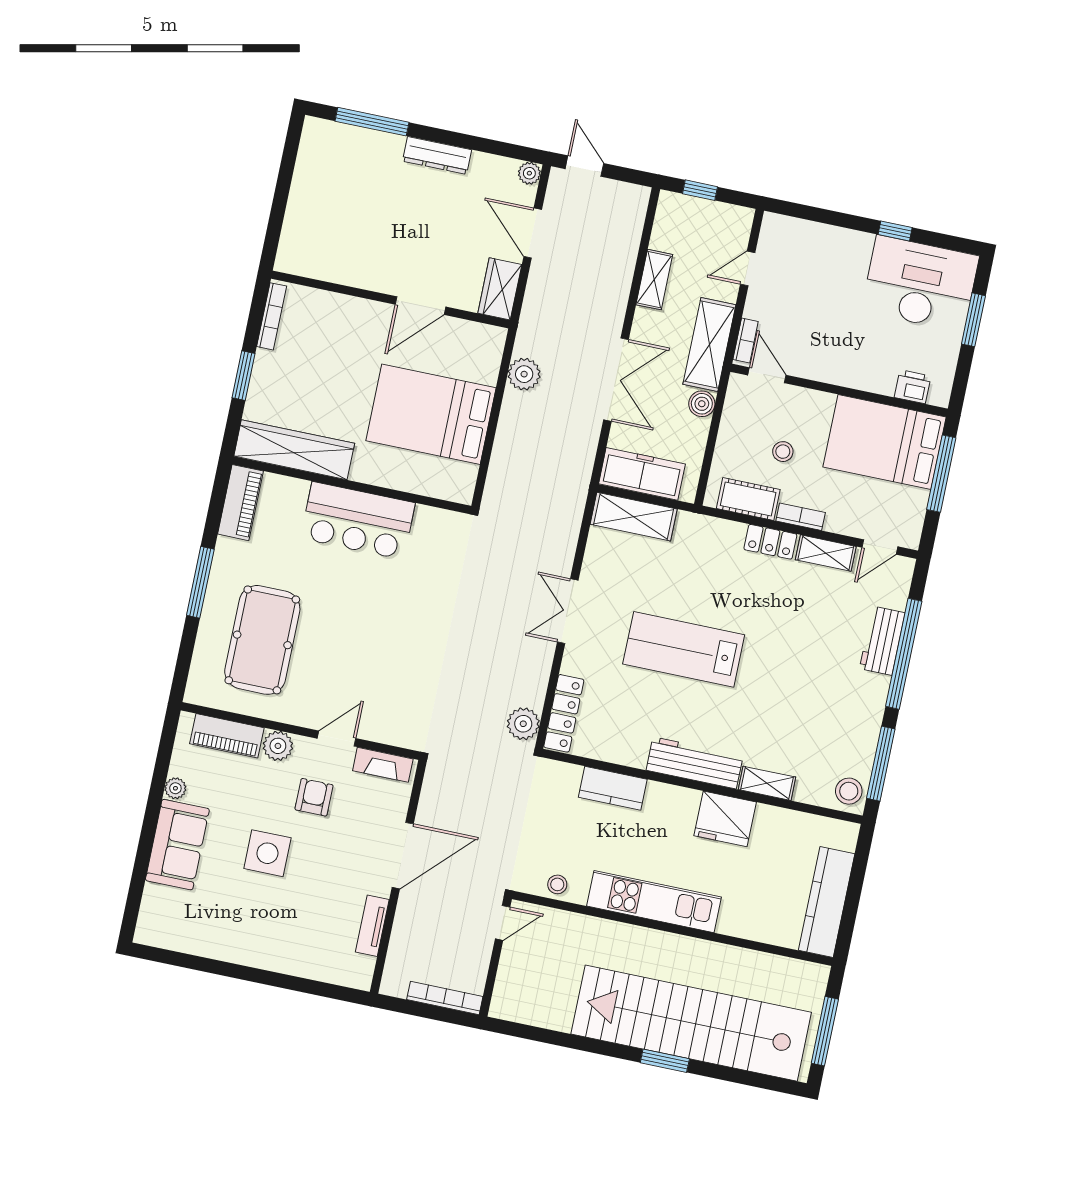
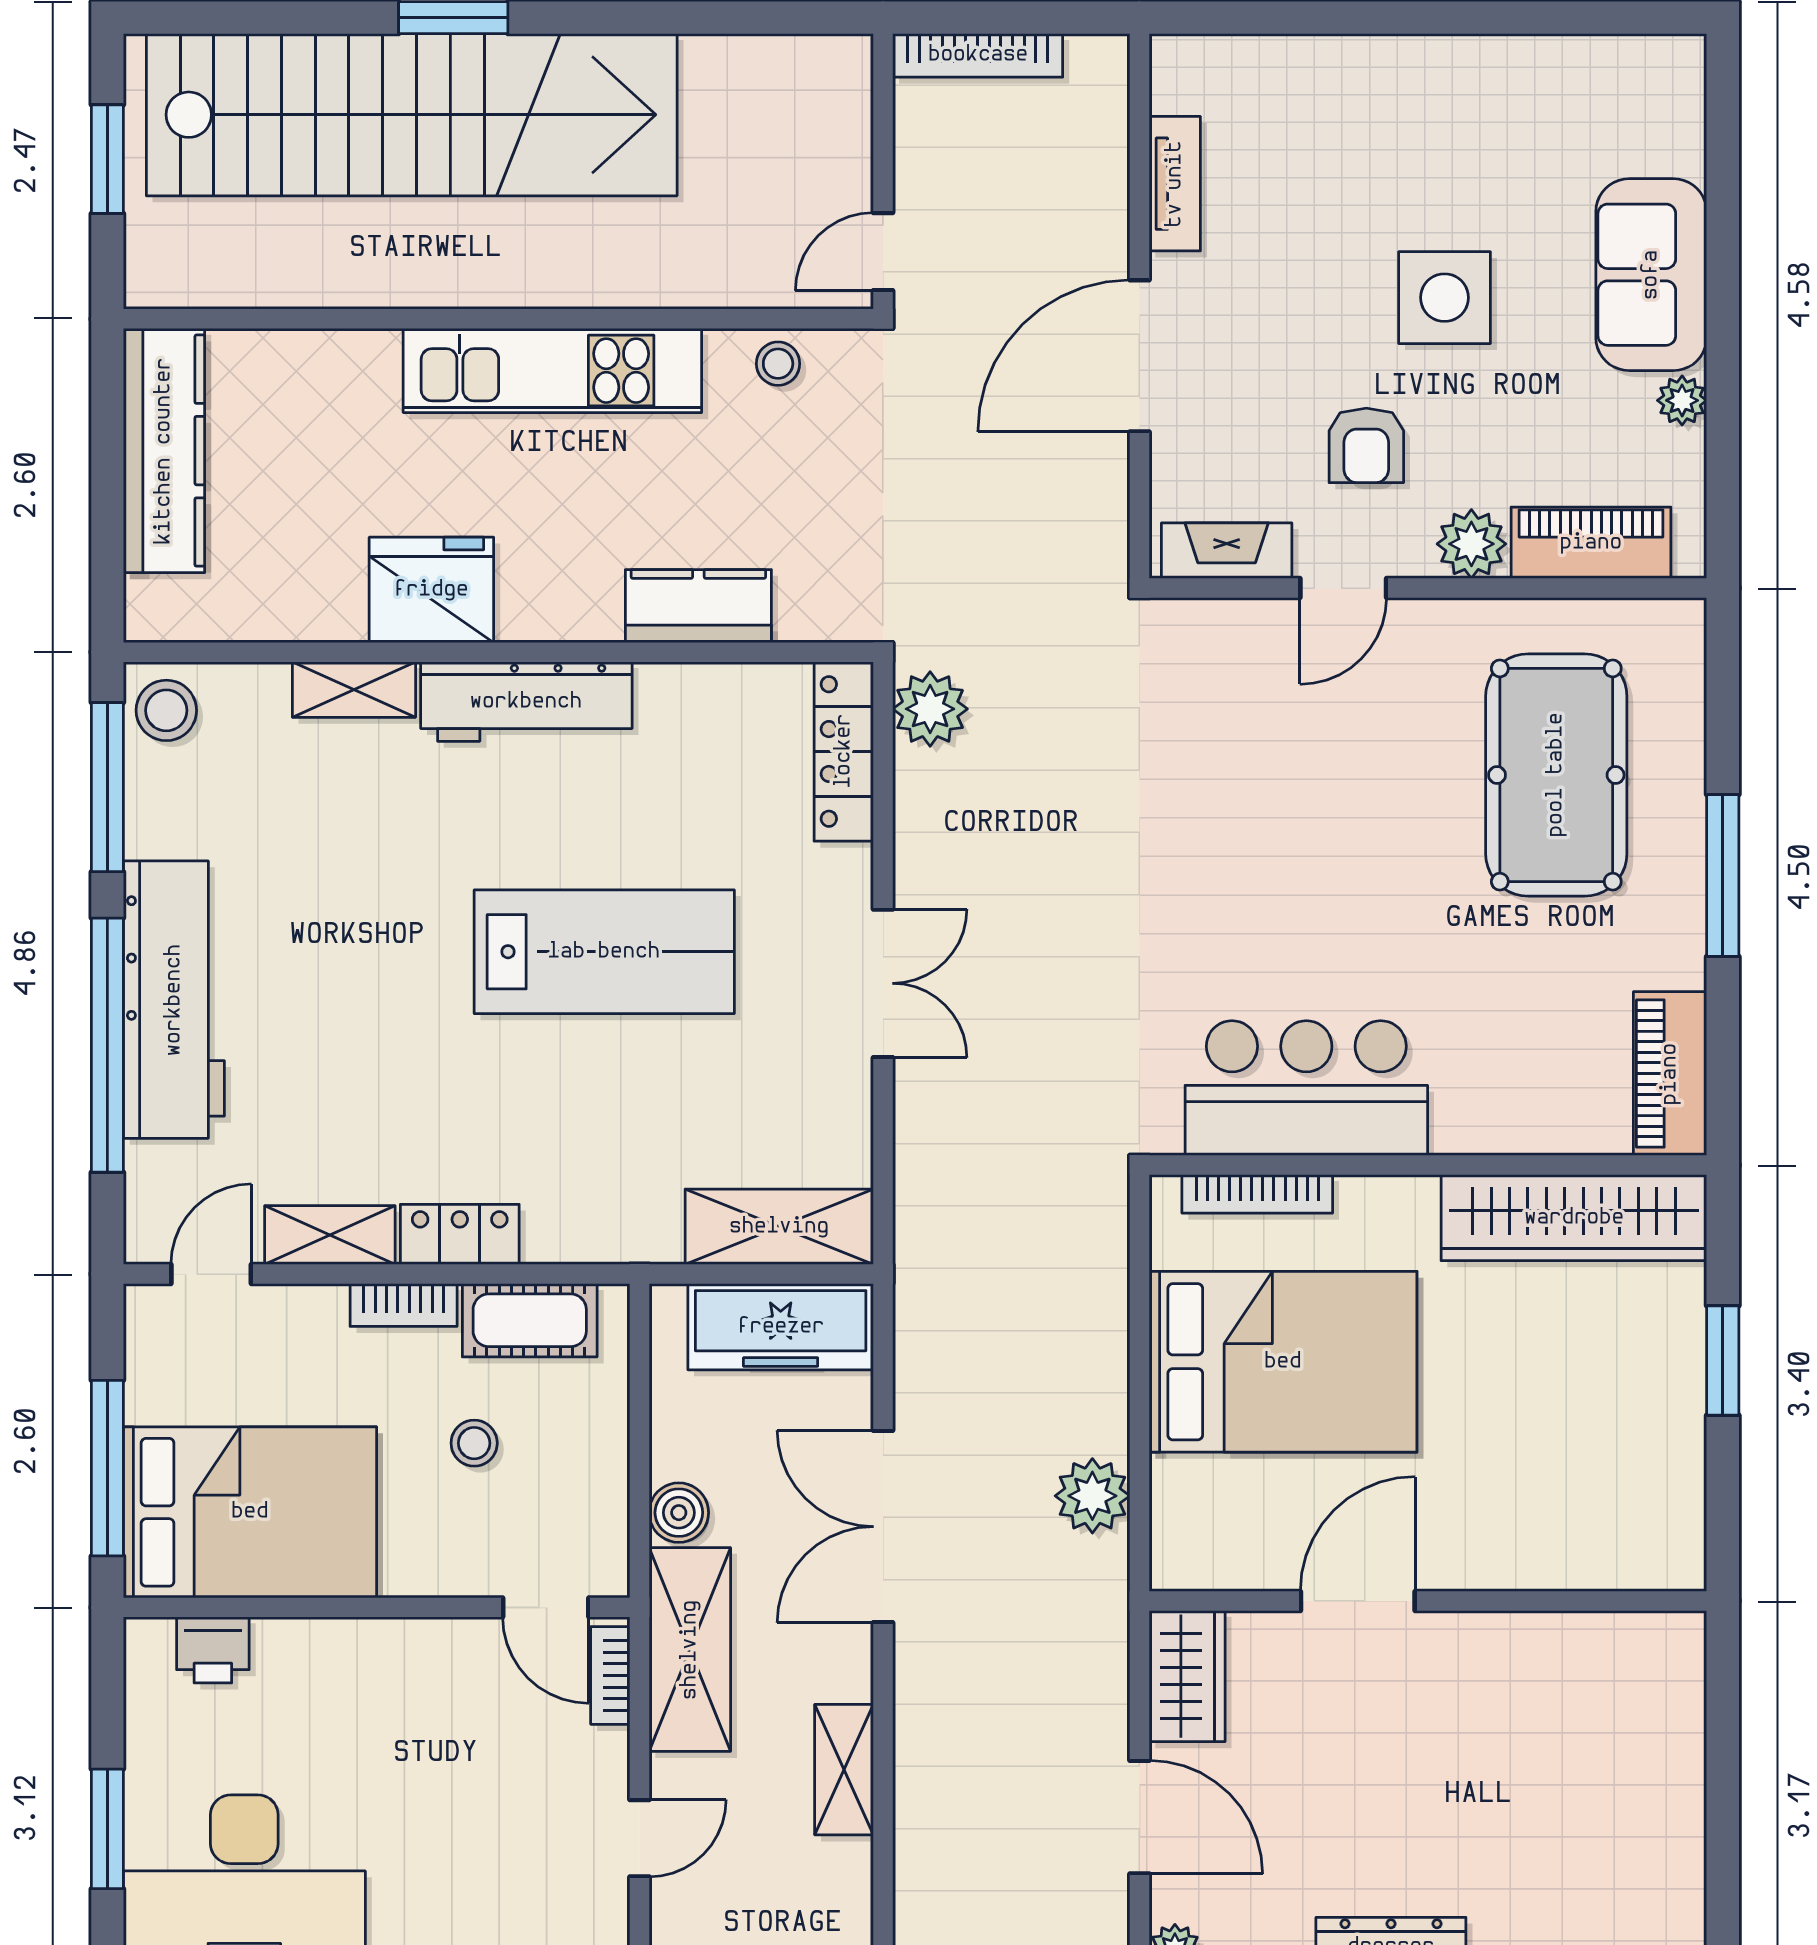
bookcase: (272, 316) -> (1257, 1194), moved, turned -90
bar counter: (358, 521) -> (1306, 1088), moved
workbench: (882, 641) -> (174, 1000), width x1.88, depth x1.32
window: (825, 1031) -> (107, 159), width x0.69

